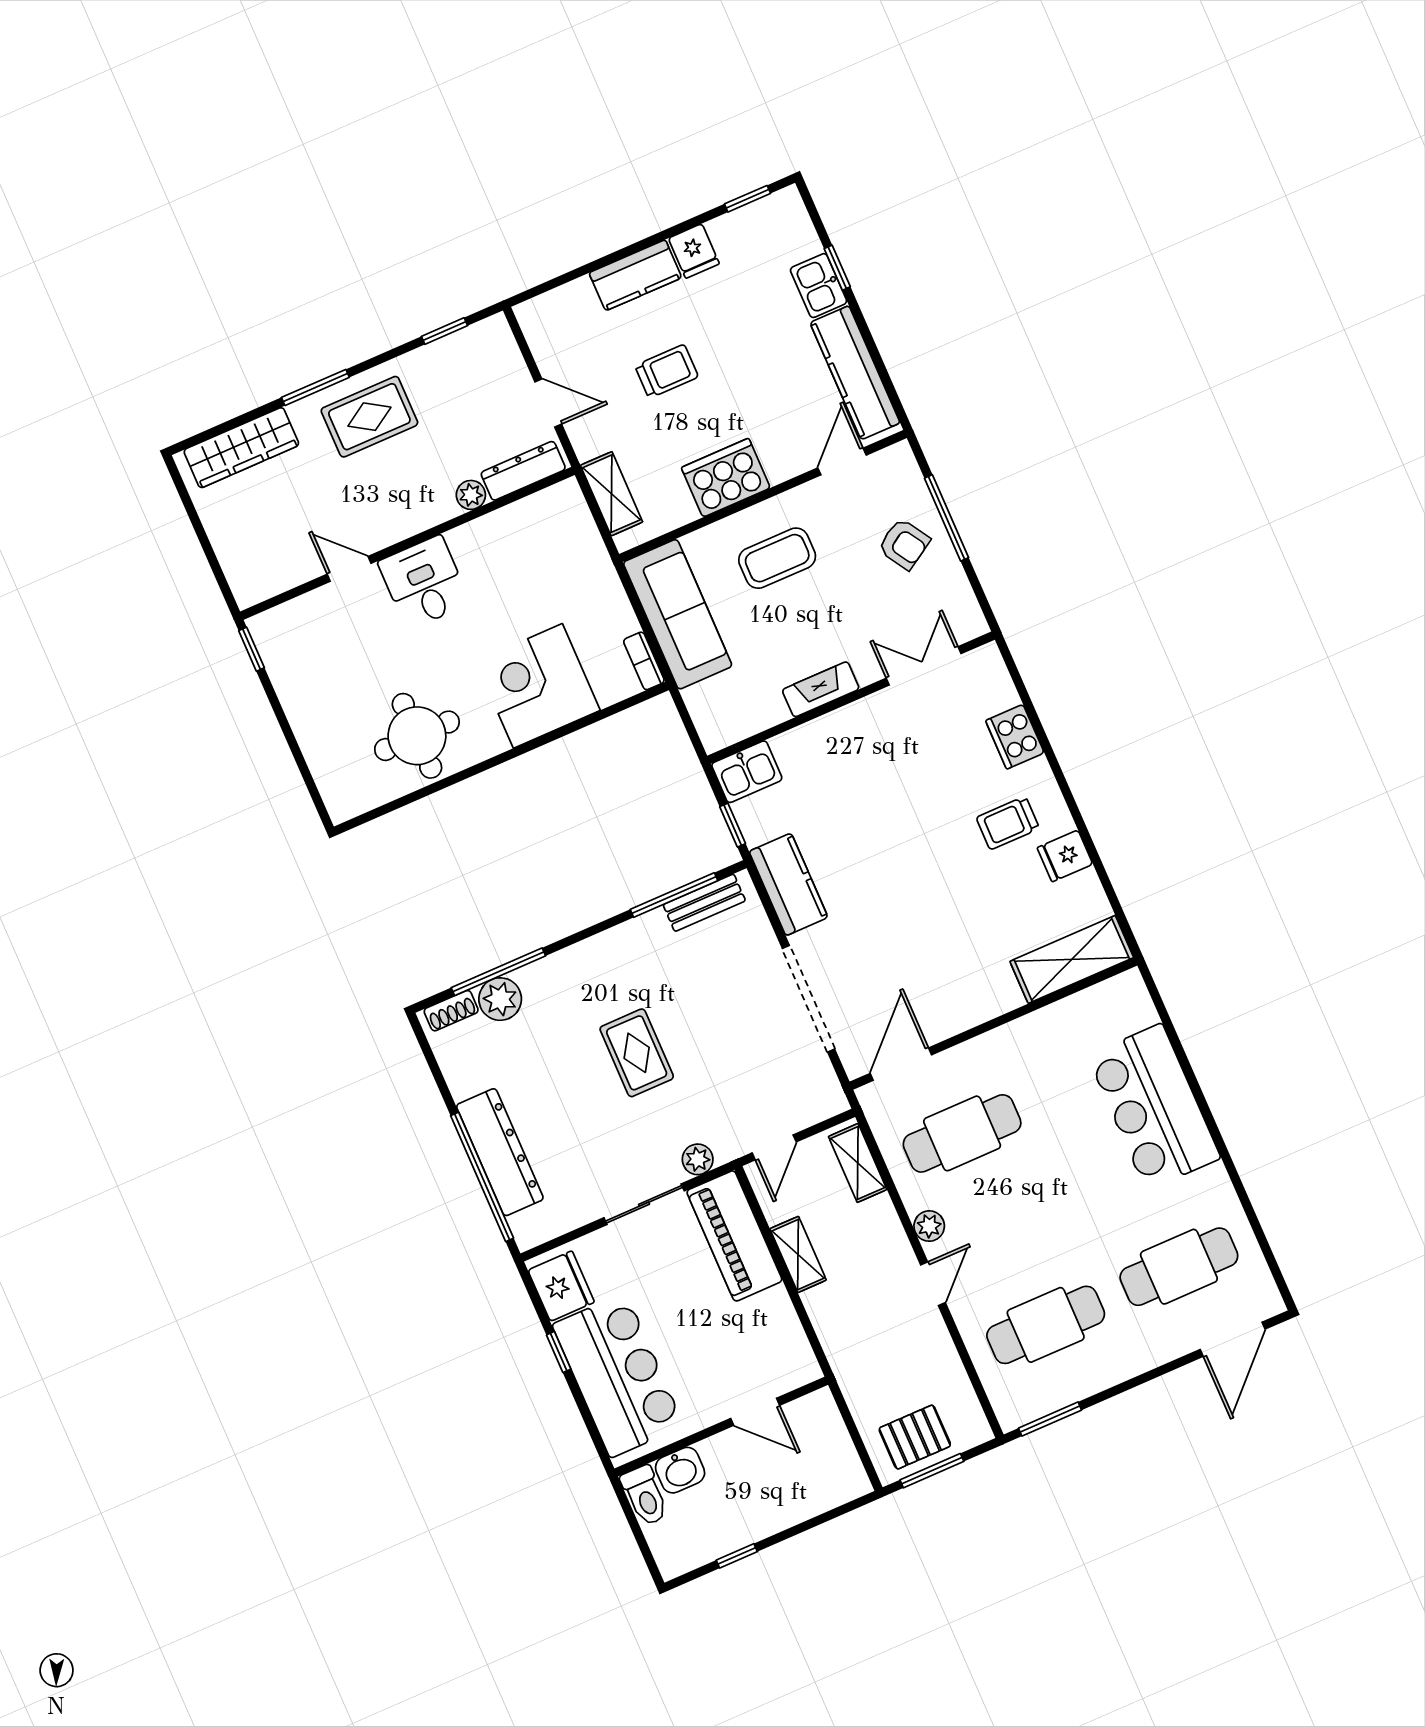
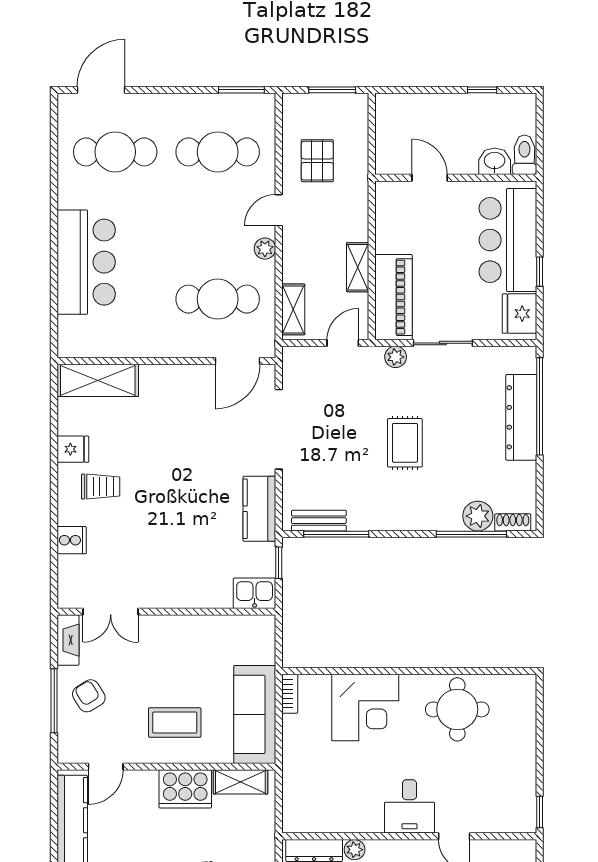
shelving: (612, 494) -> (240, 782), moved, turned 90
fireplace: (821, 689) -> (68, 640), moved, turned -90
cooker: (1015, 737) -> (72, 540), width x0.73
pallet: (915, 1437) -> (317, 161), moved, turned 90

